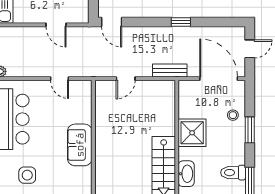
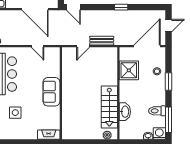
door: (56, 25) -> (35, 9), width x1.88
bench: (170, 71) -> (102, 41), moved
door: (219, 79) -> (147, 46), hinge flipped
shower: (192, 133) -> (129, 70), moved

